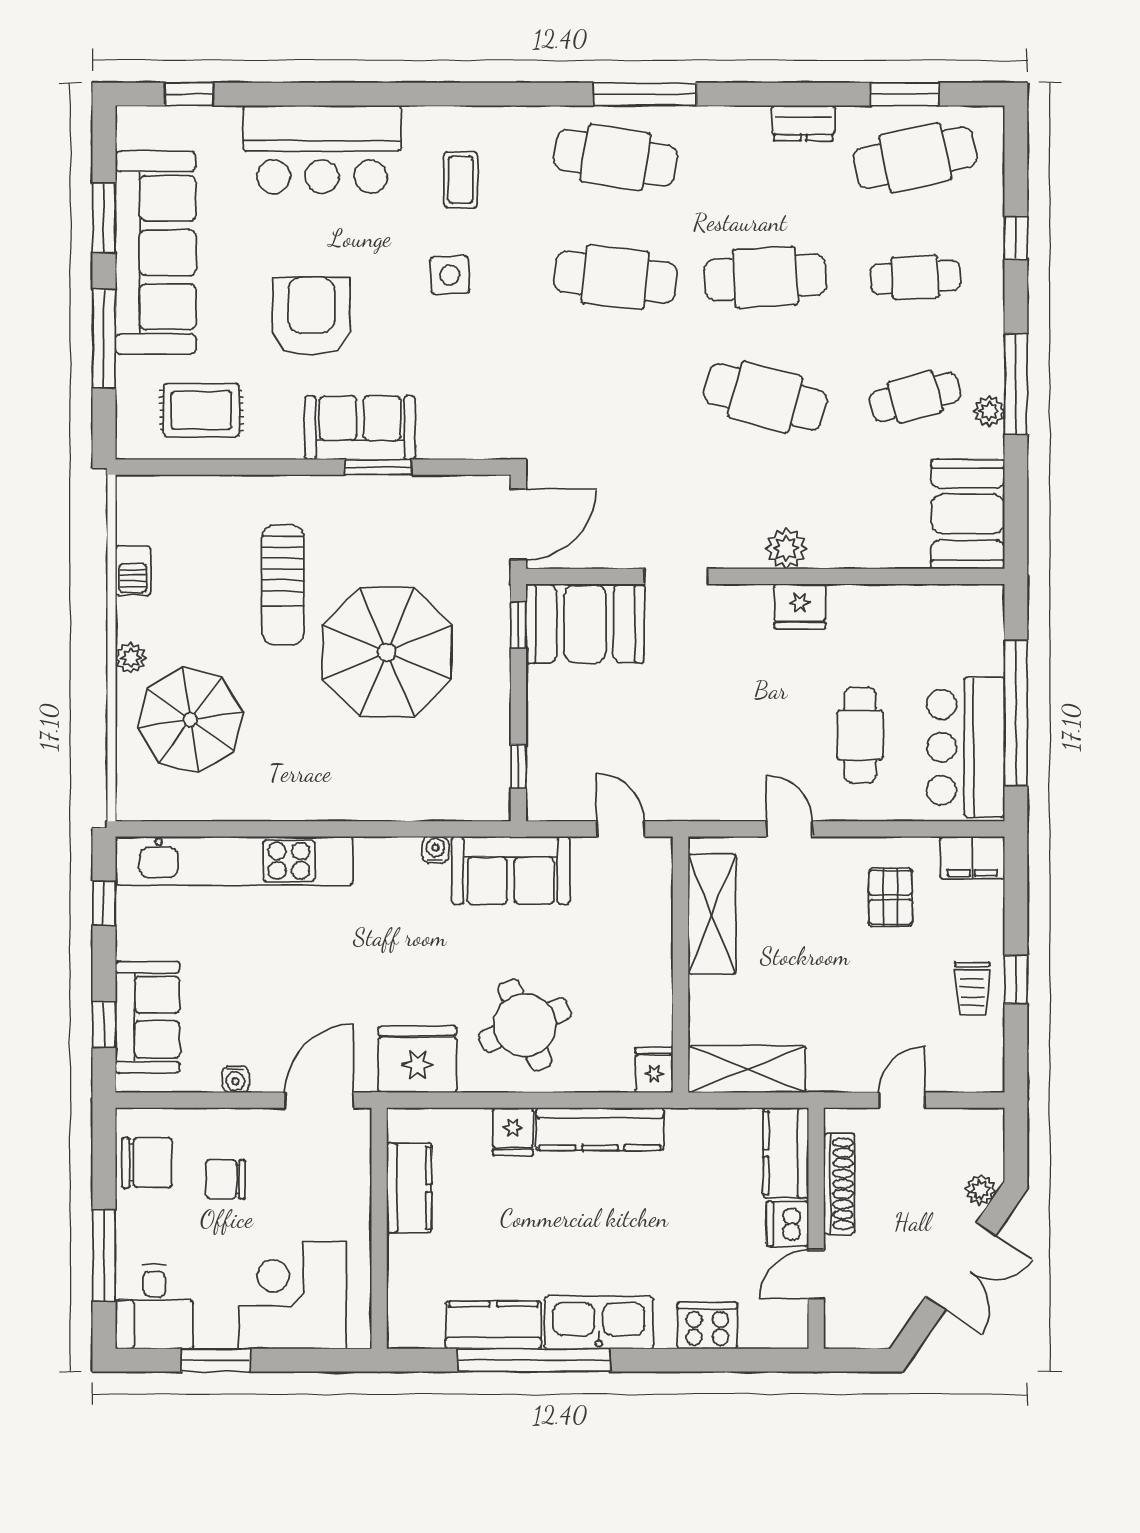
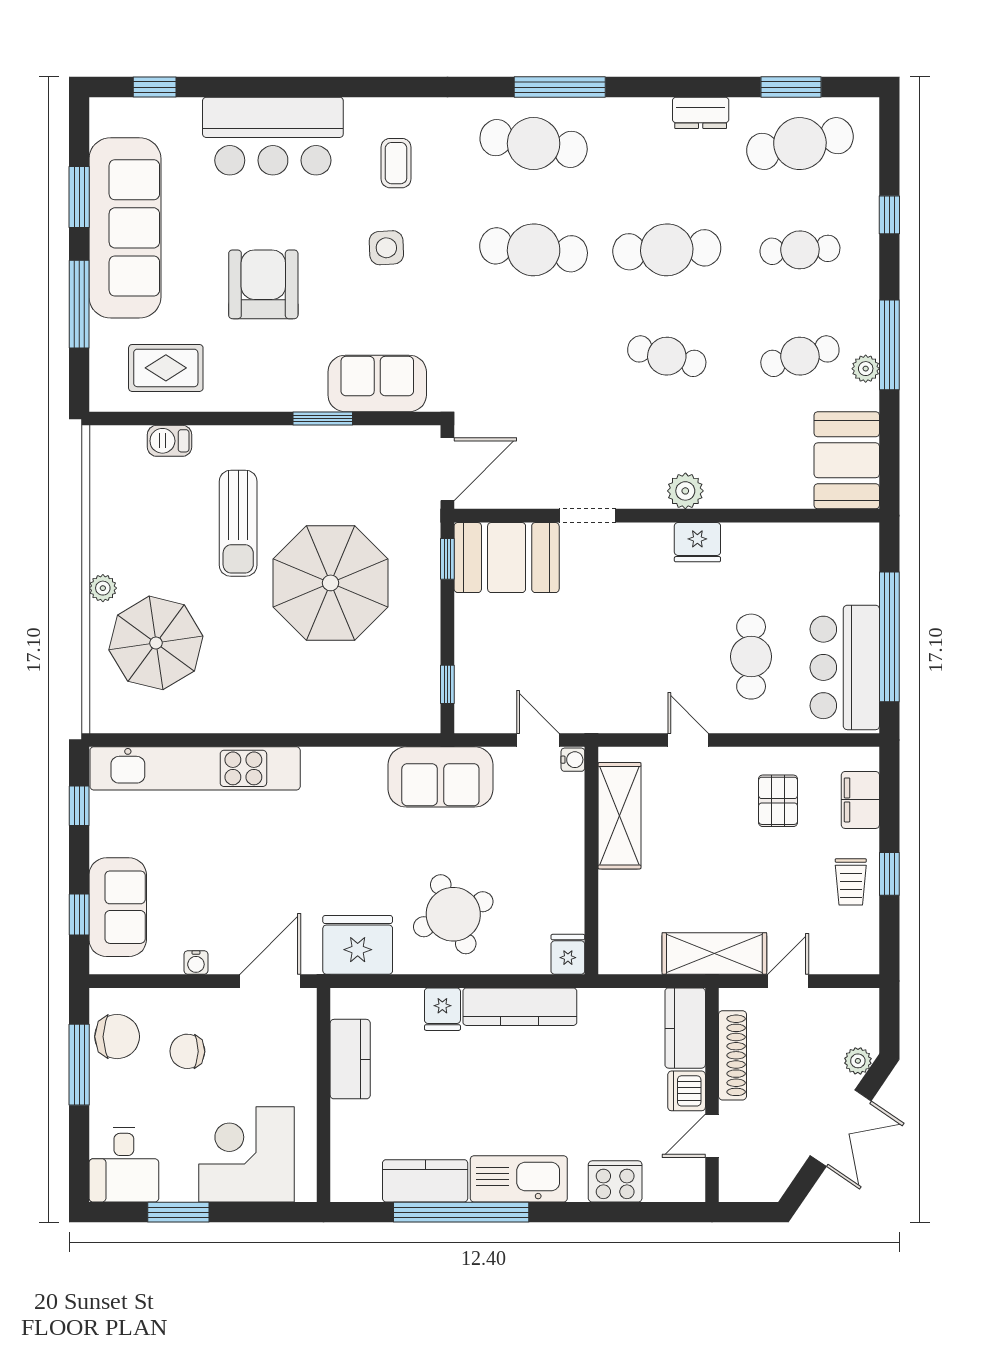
cafe table: (765, 397) -> (667, 356), width x0.73, depth x0.74
sofa: (360, 428) -> (377, 383), moved
barbecue: (133, 571) -> (170, 441), moved, turned 90
water cooler: (435, 850) -> (573, 760), moved, turned 90
filing cabinet: (972, 858) -> (860, 800), moved, turned 90
shelving: (747, 1069) -> (714, 953), moved
window: (104, 1256) -> (79, 1065), moved

